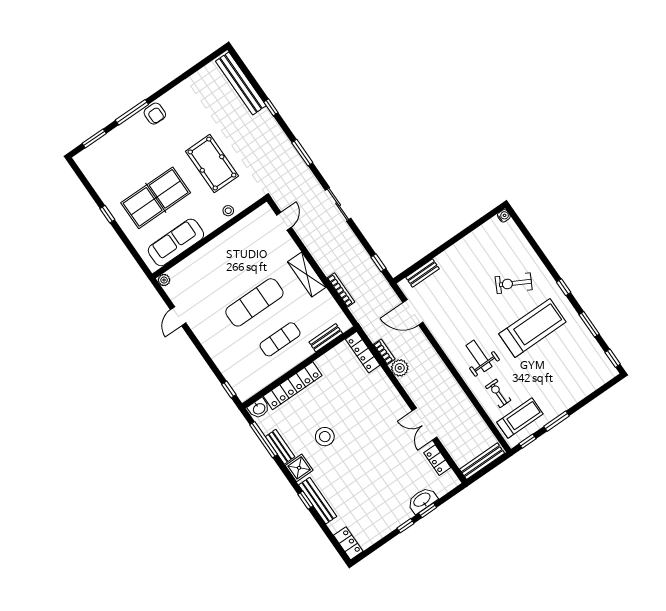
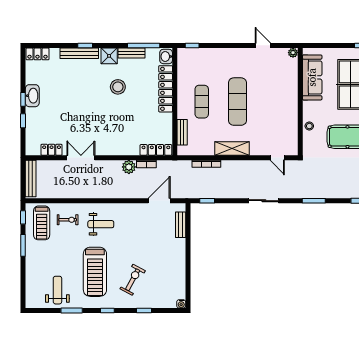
weight bench: (578, 354) -> (57, 290), added
window: (613, 358) -> (144, 311), moved
washbasin: (422, 500) -> (32, 96), moved

